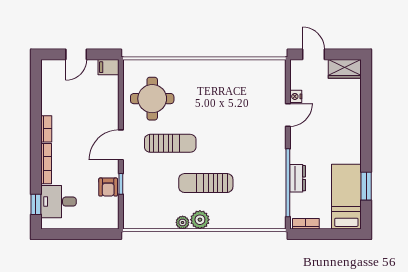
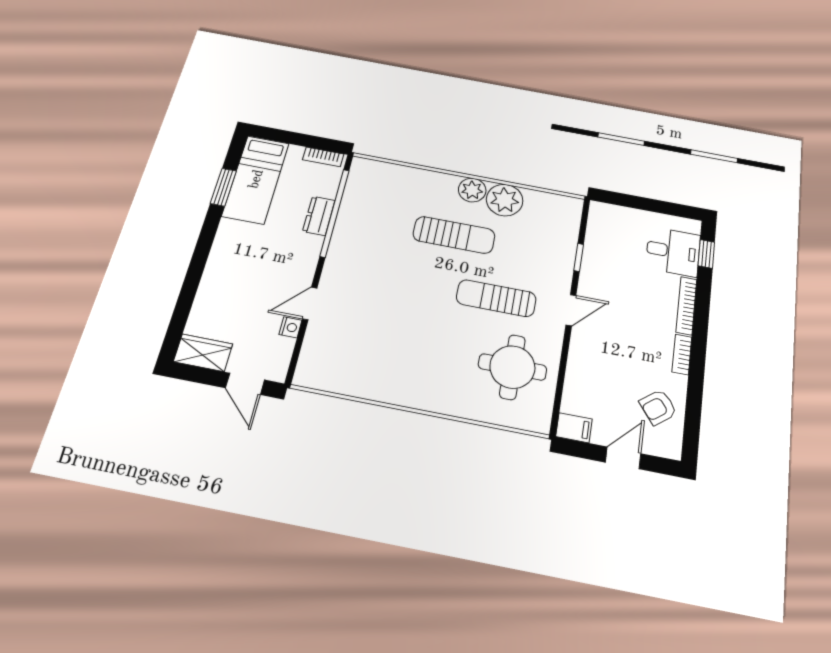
door: (121, 145) -> (571, 310), width x0.73
armchair: (108, 187) -> (658, 407), moved, turned -128
plant: (183, 222) -> (505, 200), width x1.87, depth x1.87

